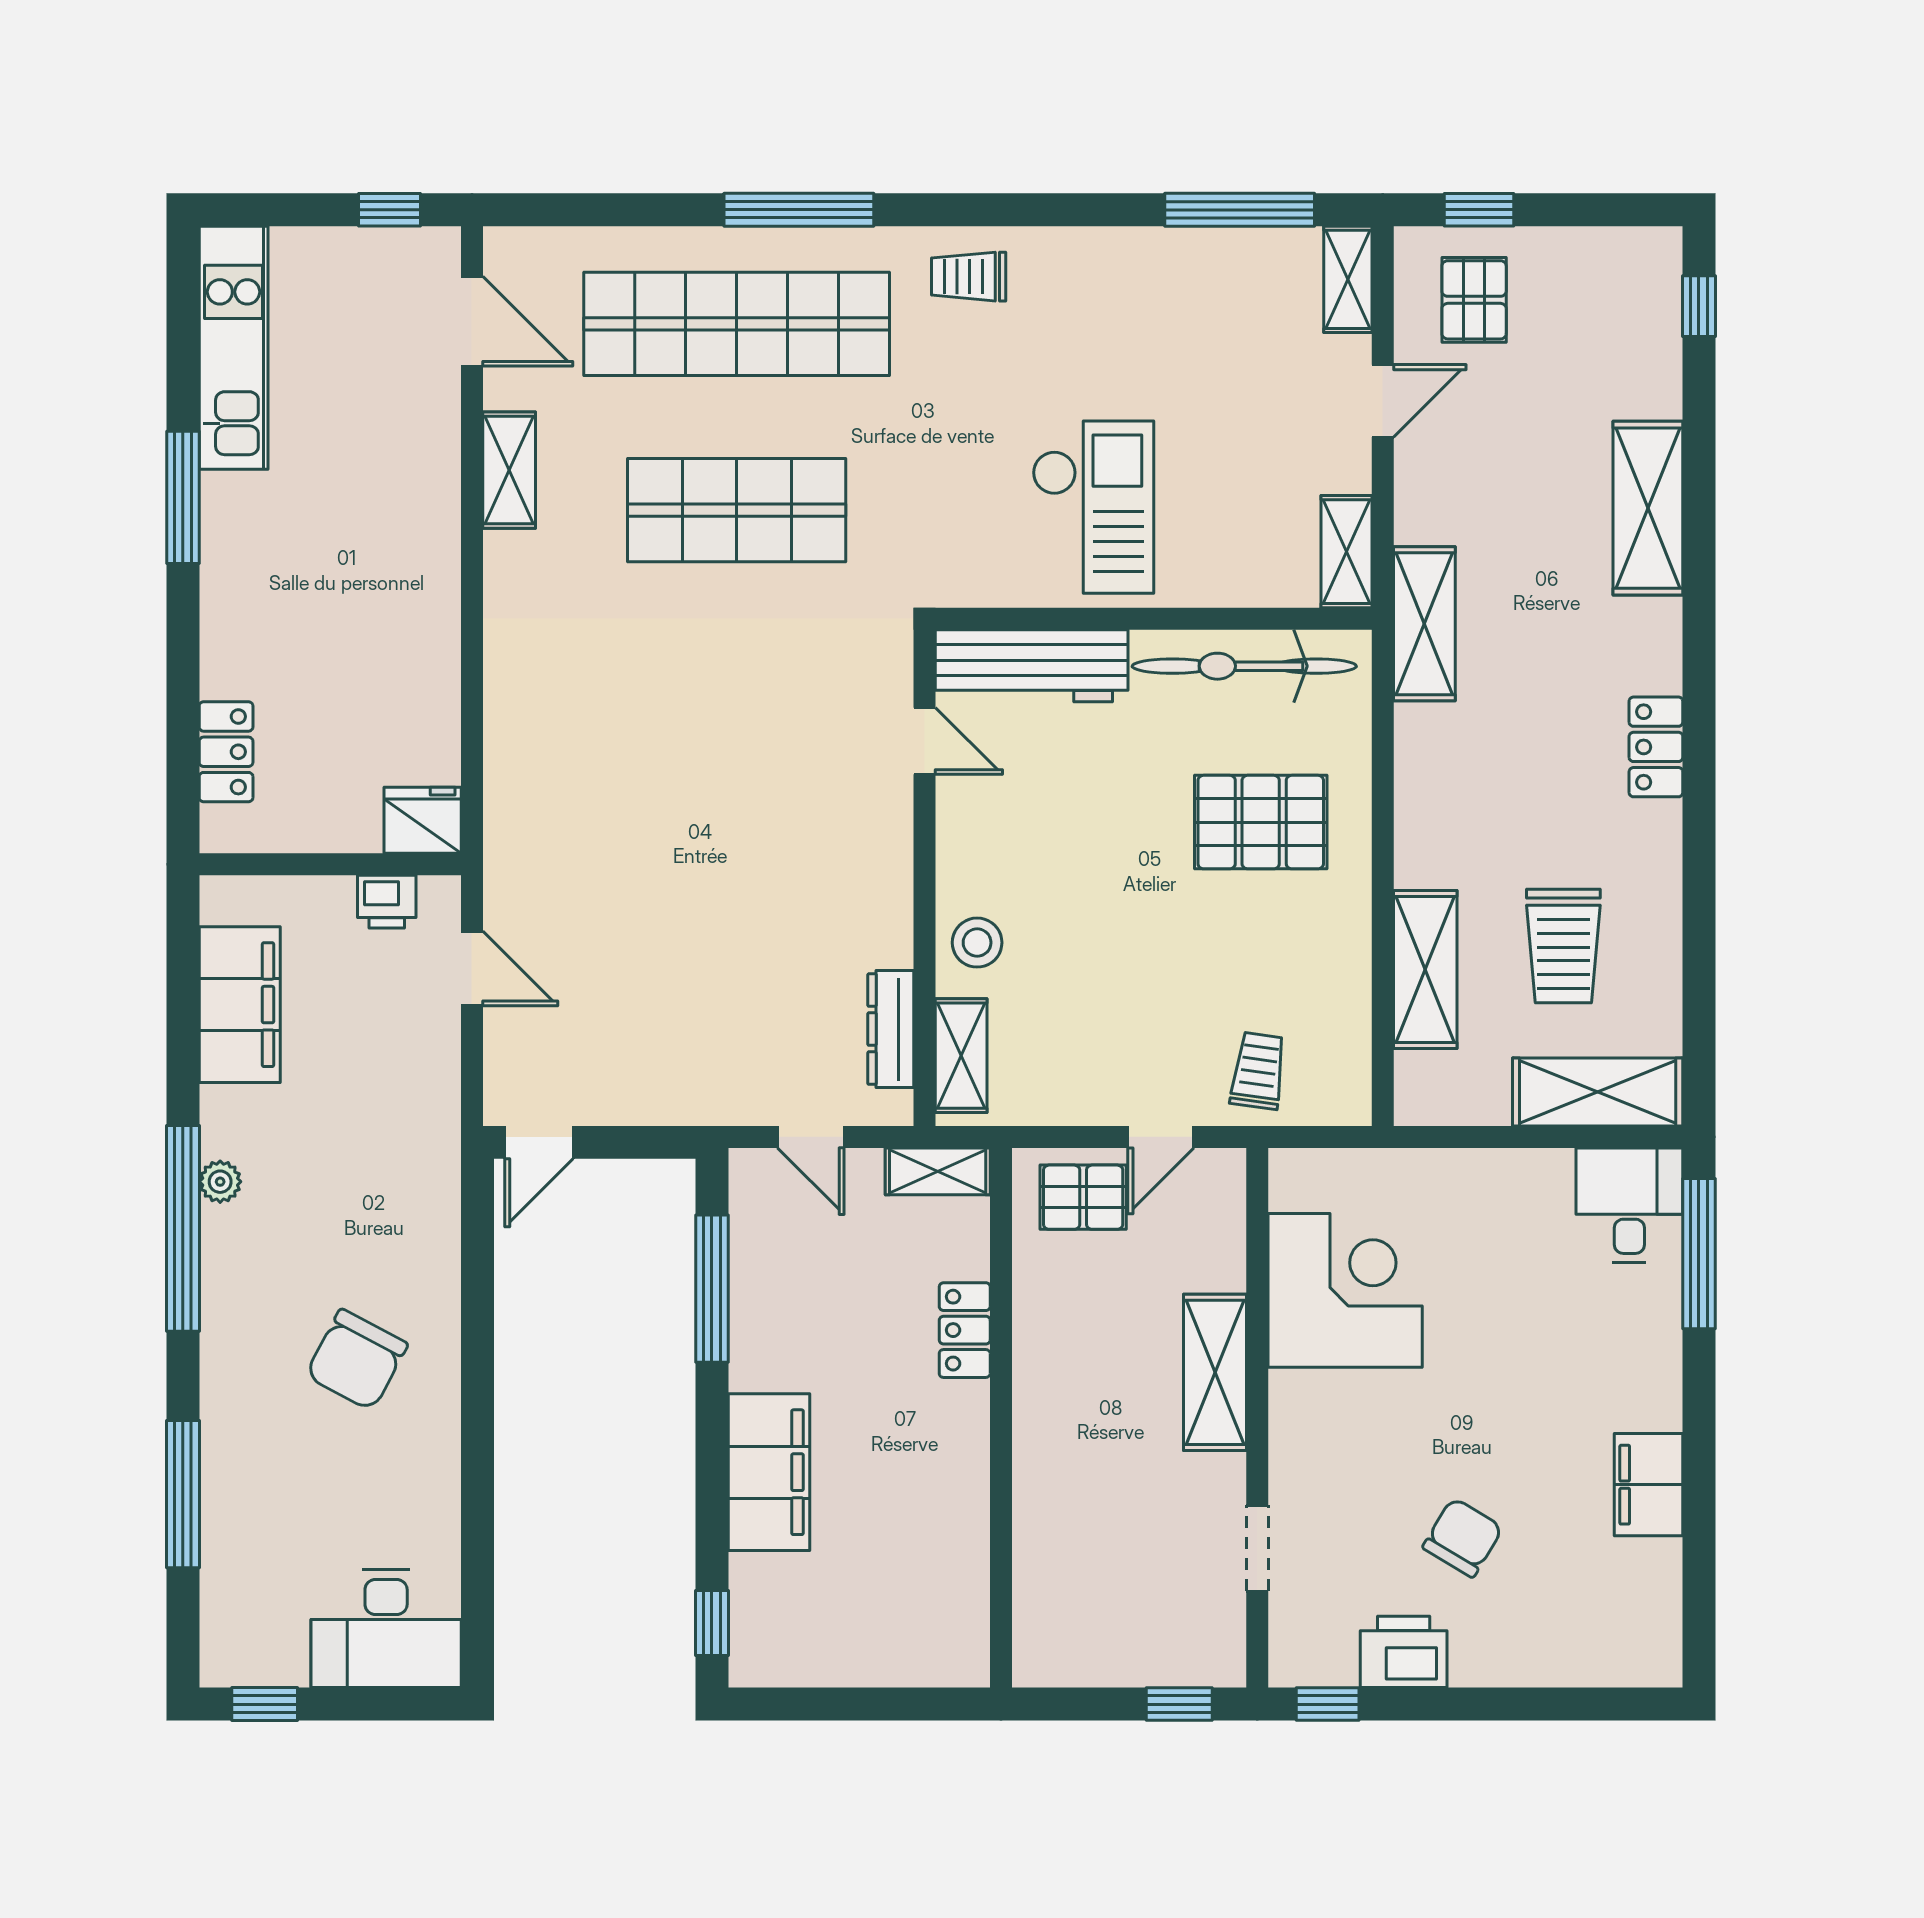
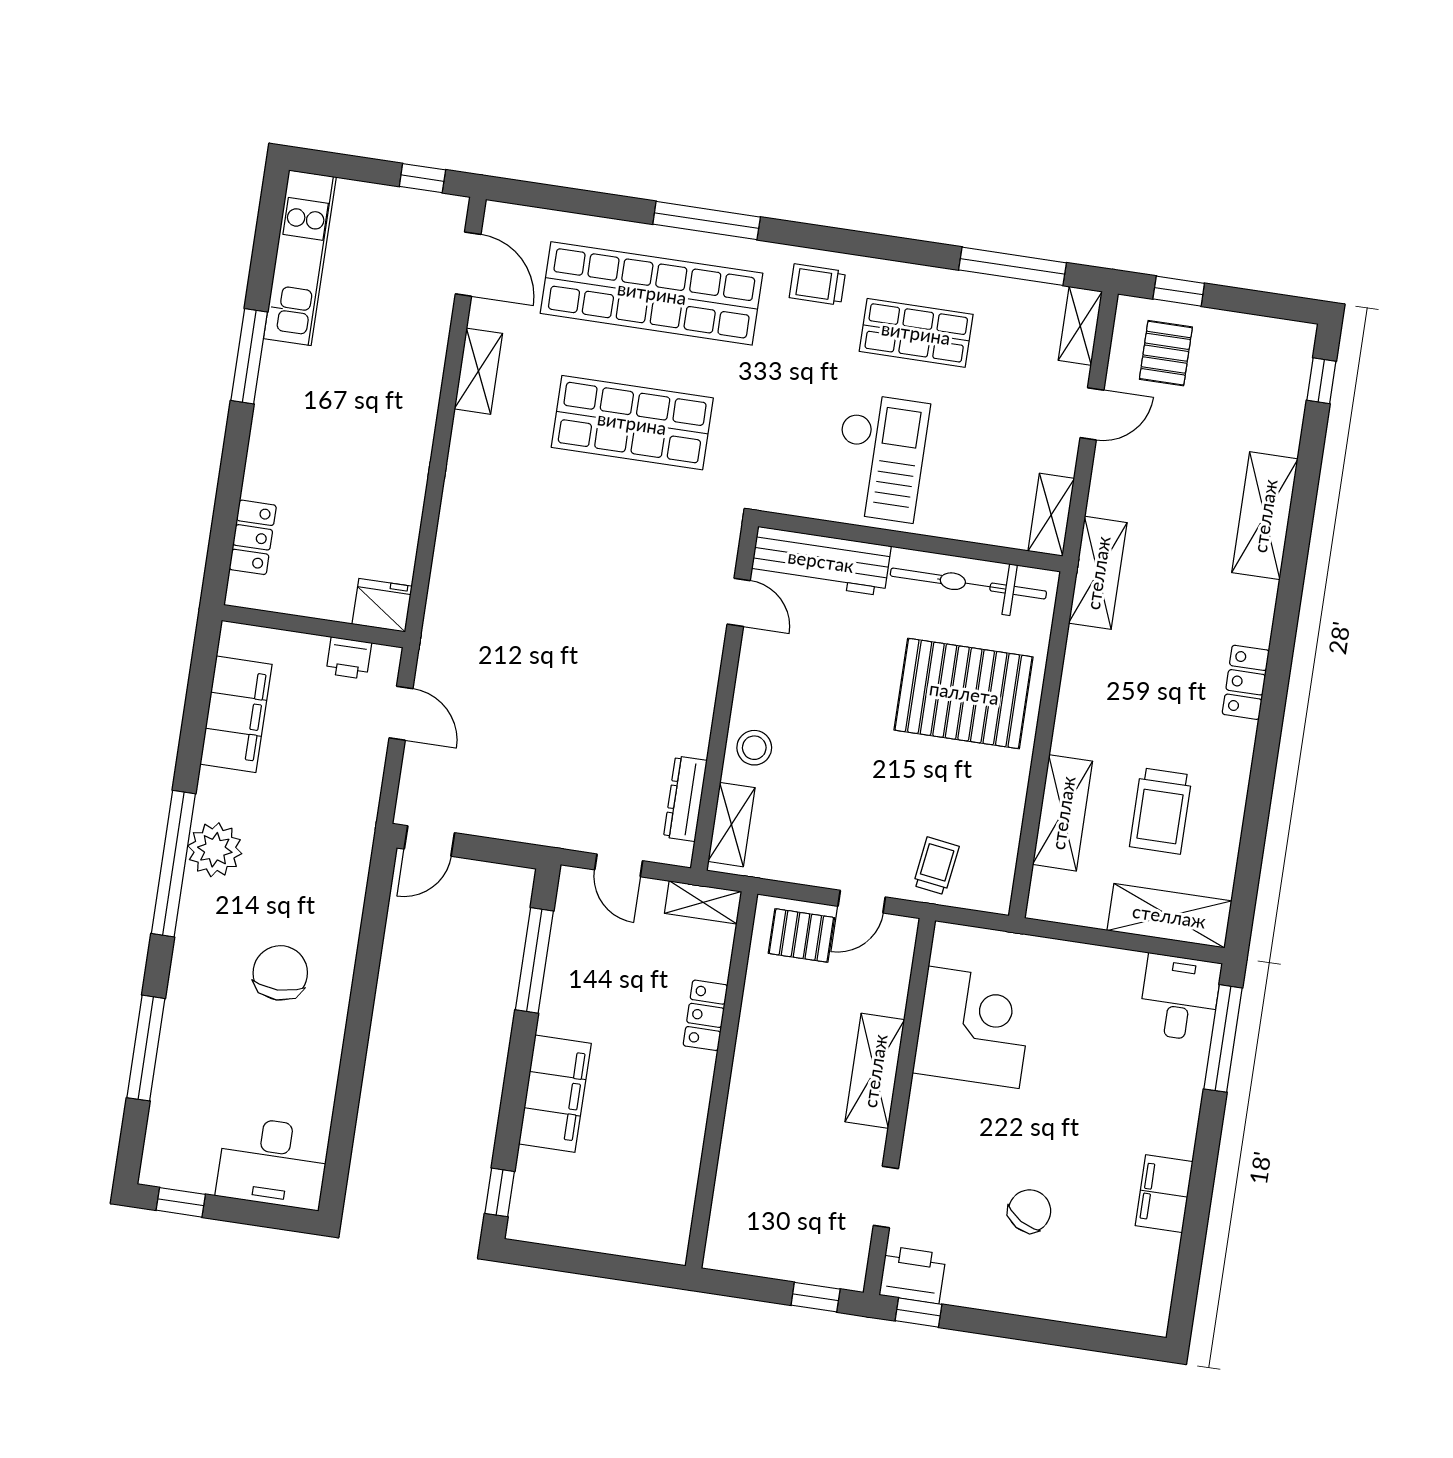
shop shelf: (1118, 324) -> (916, 333), added
pallet: (1261, 822) -> (964, 693), width x1.37, depth x1.41
plant: (220, 1182) -> (215, 850), width x1.87, depth x1.87
chair: (357, 1360) -> (280, 973), turned 152
printer: (1404, 1652) -> (913, 1275), moved

